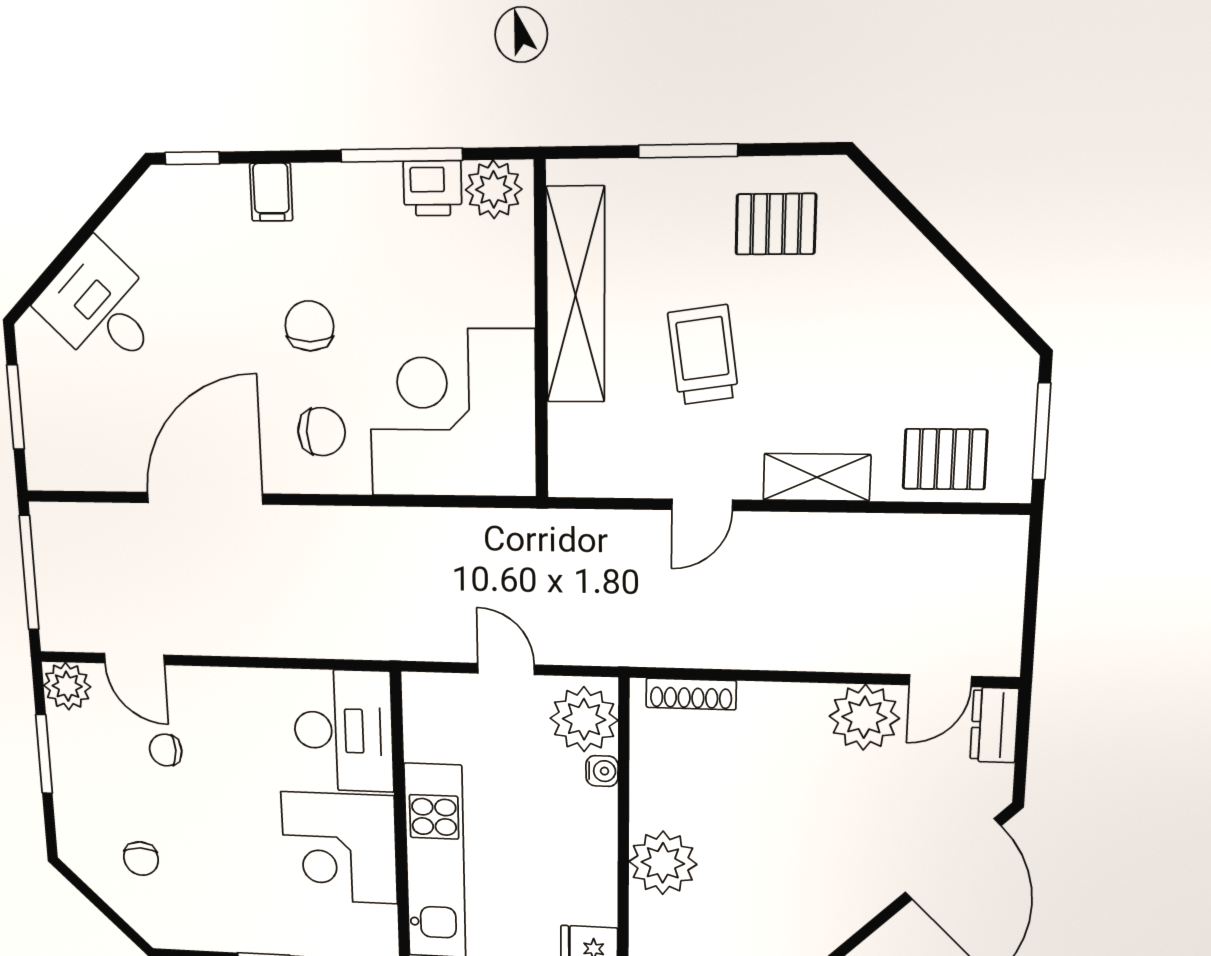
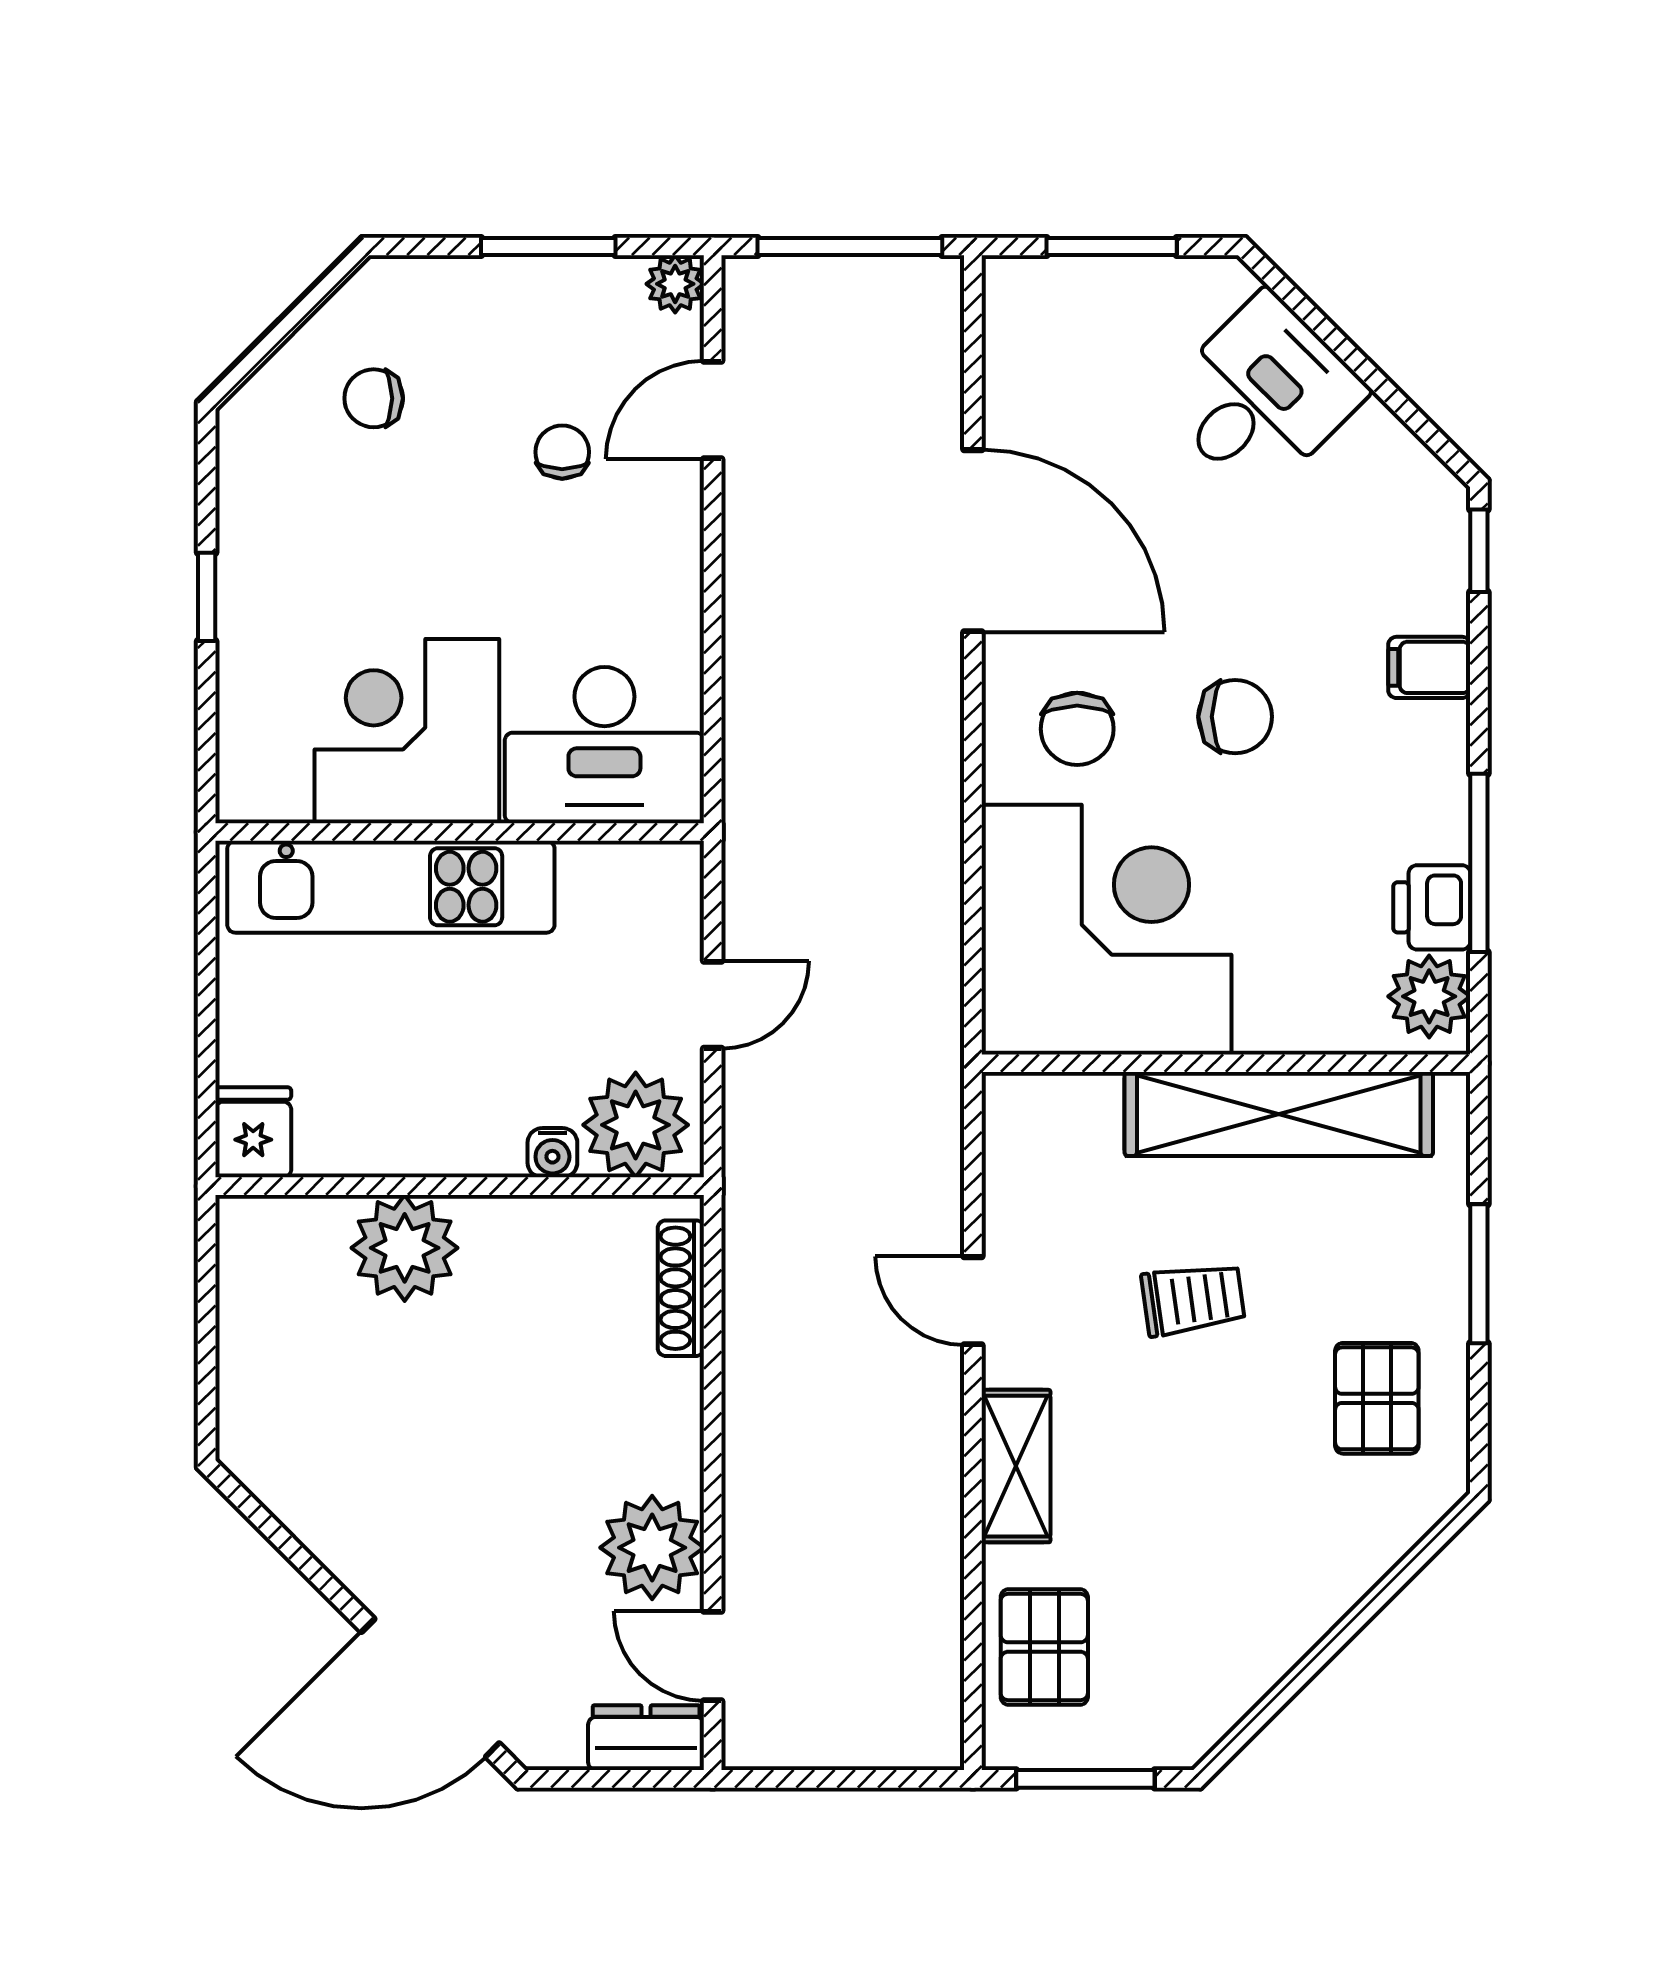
trolley: (703, 355) -> (1193, 1299), width x0.73, depth x0.72
plant: (67, 686) -> (675, 284), width x0.73, depth x0.73

